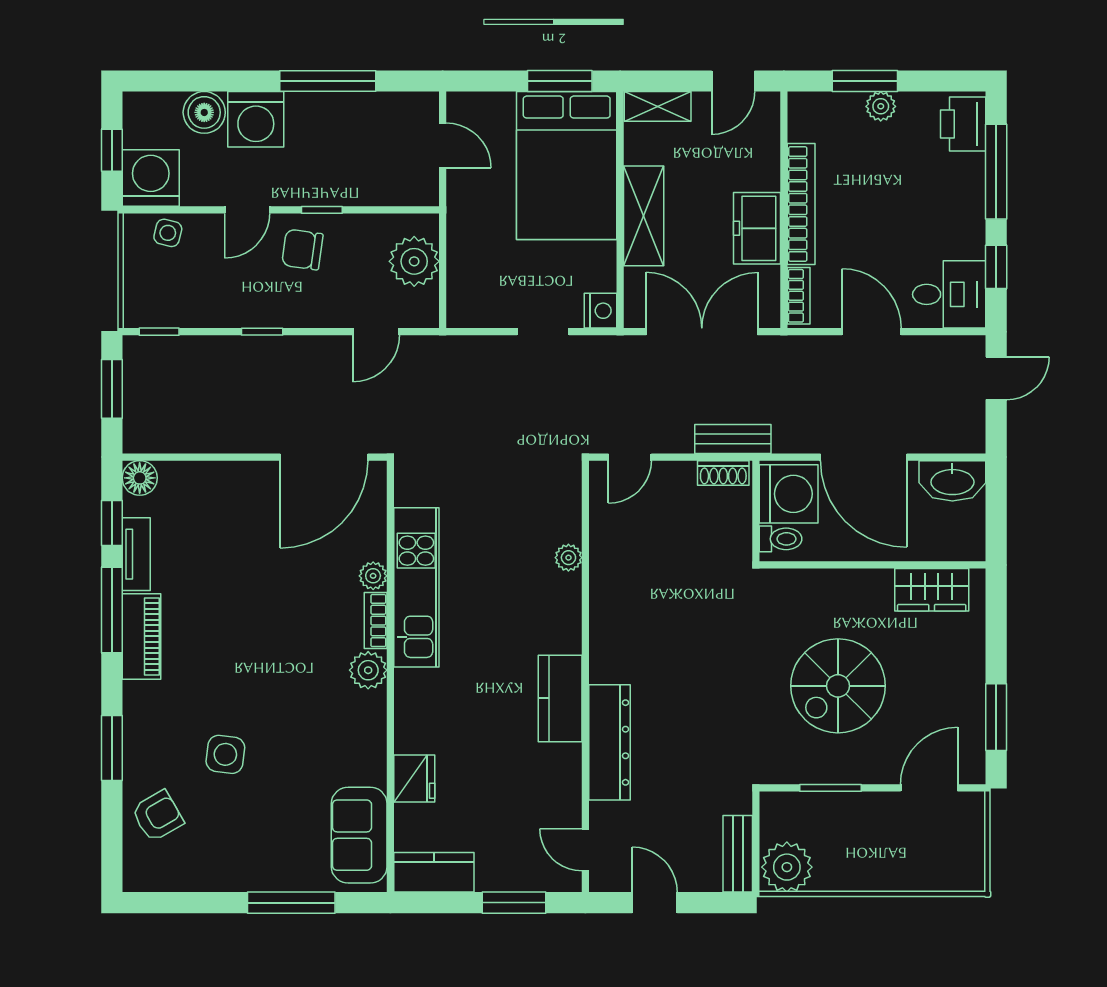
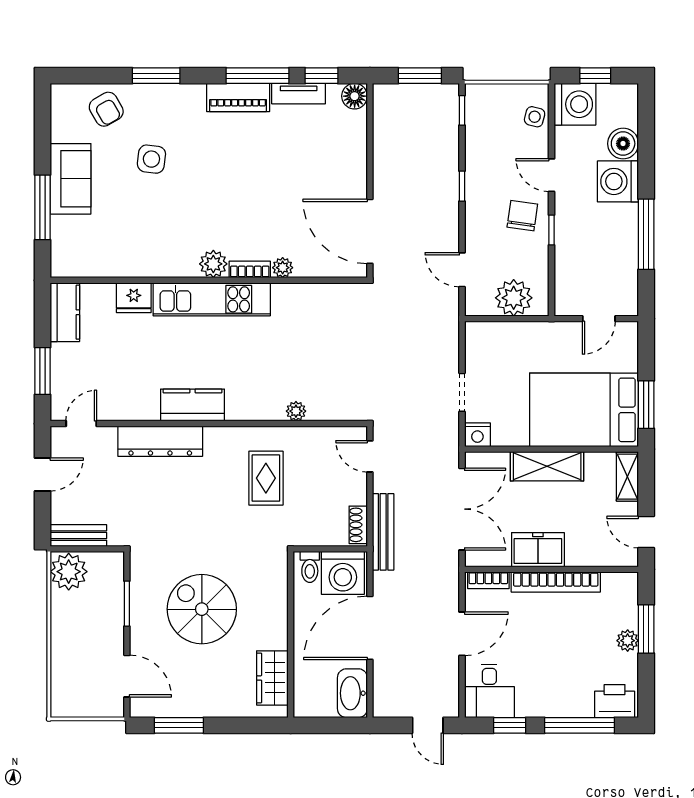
bench: (733, 439) -> (383, 532), width x1.36
kitchen unit: (416, 587) -> (212, 299), moved
rug: (660, 599) -> (266, 478), added
sofa: (359, 835) -> (71, 179), moved, turned 90

